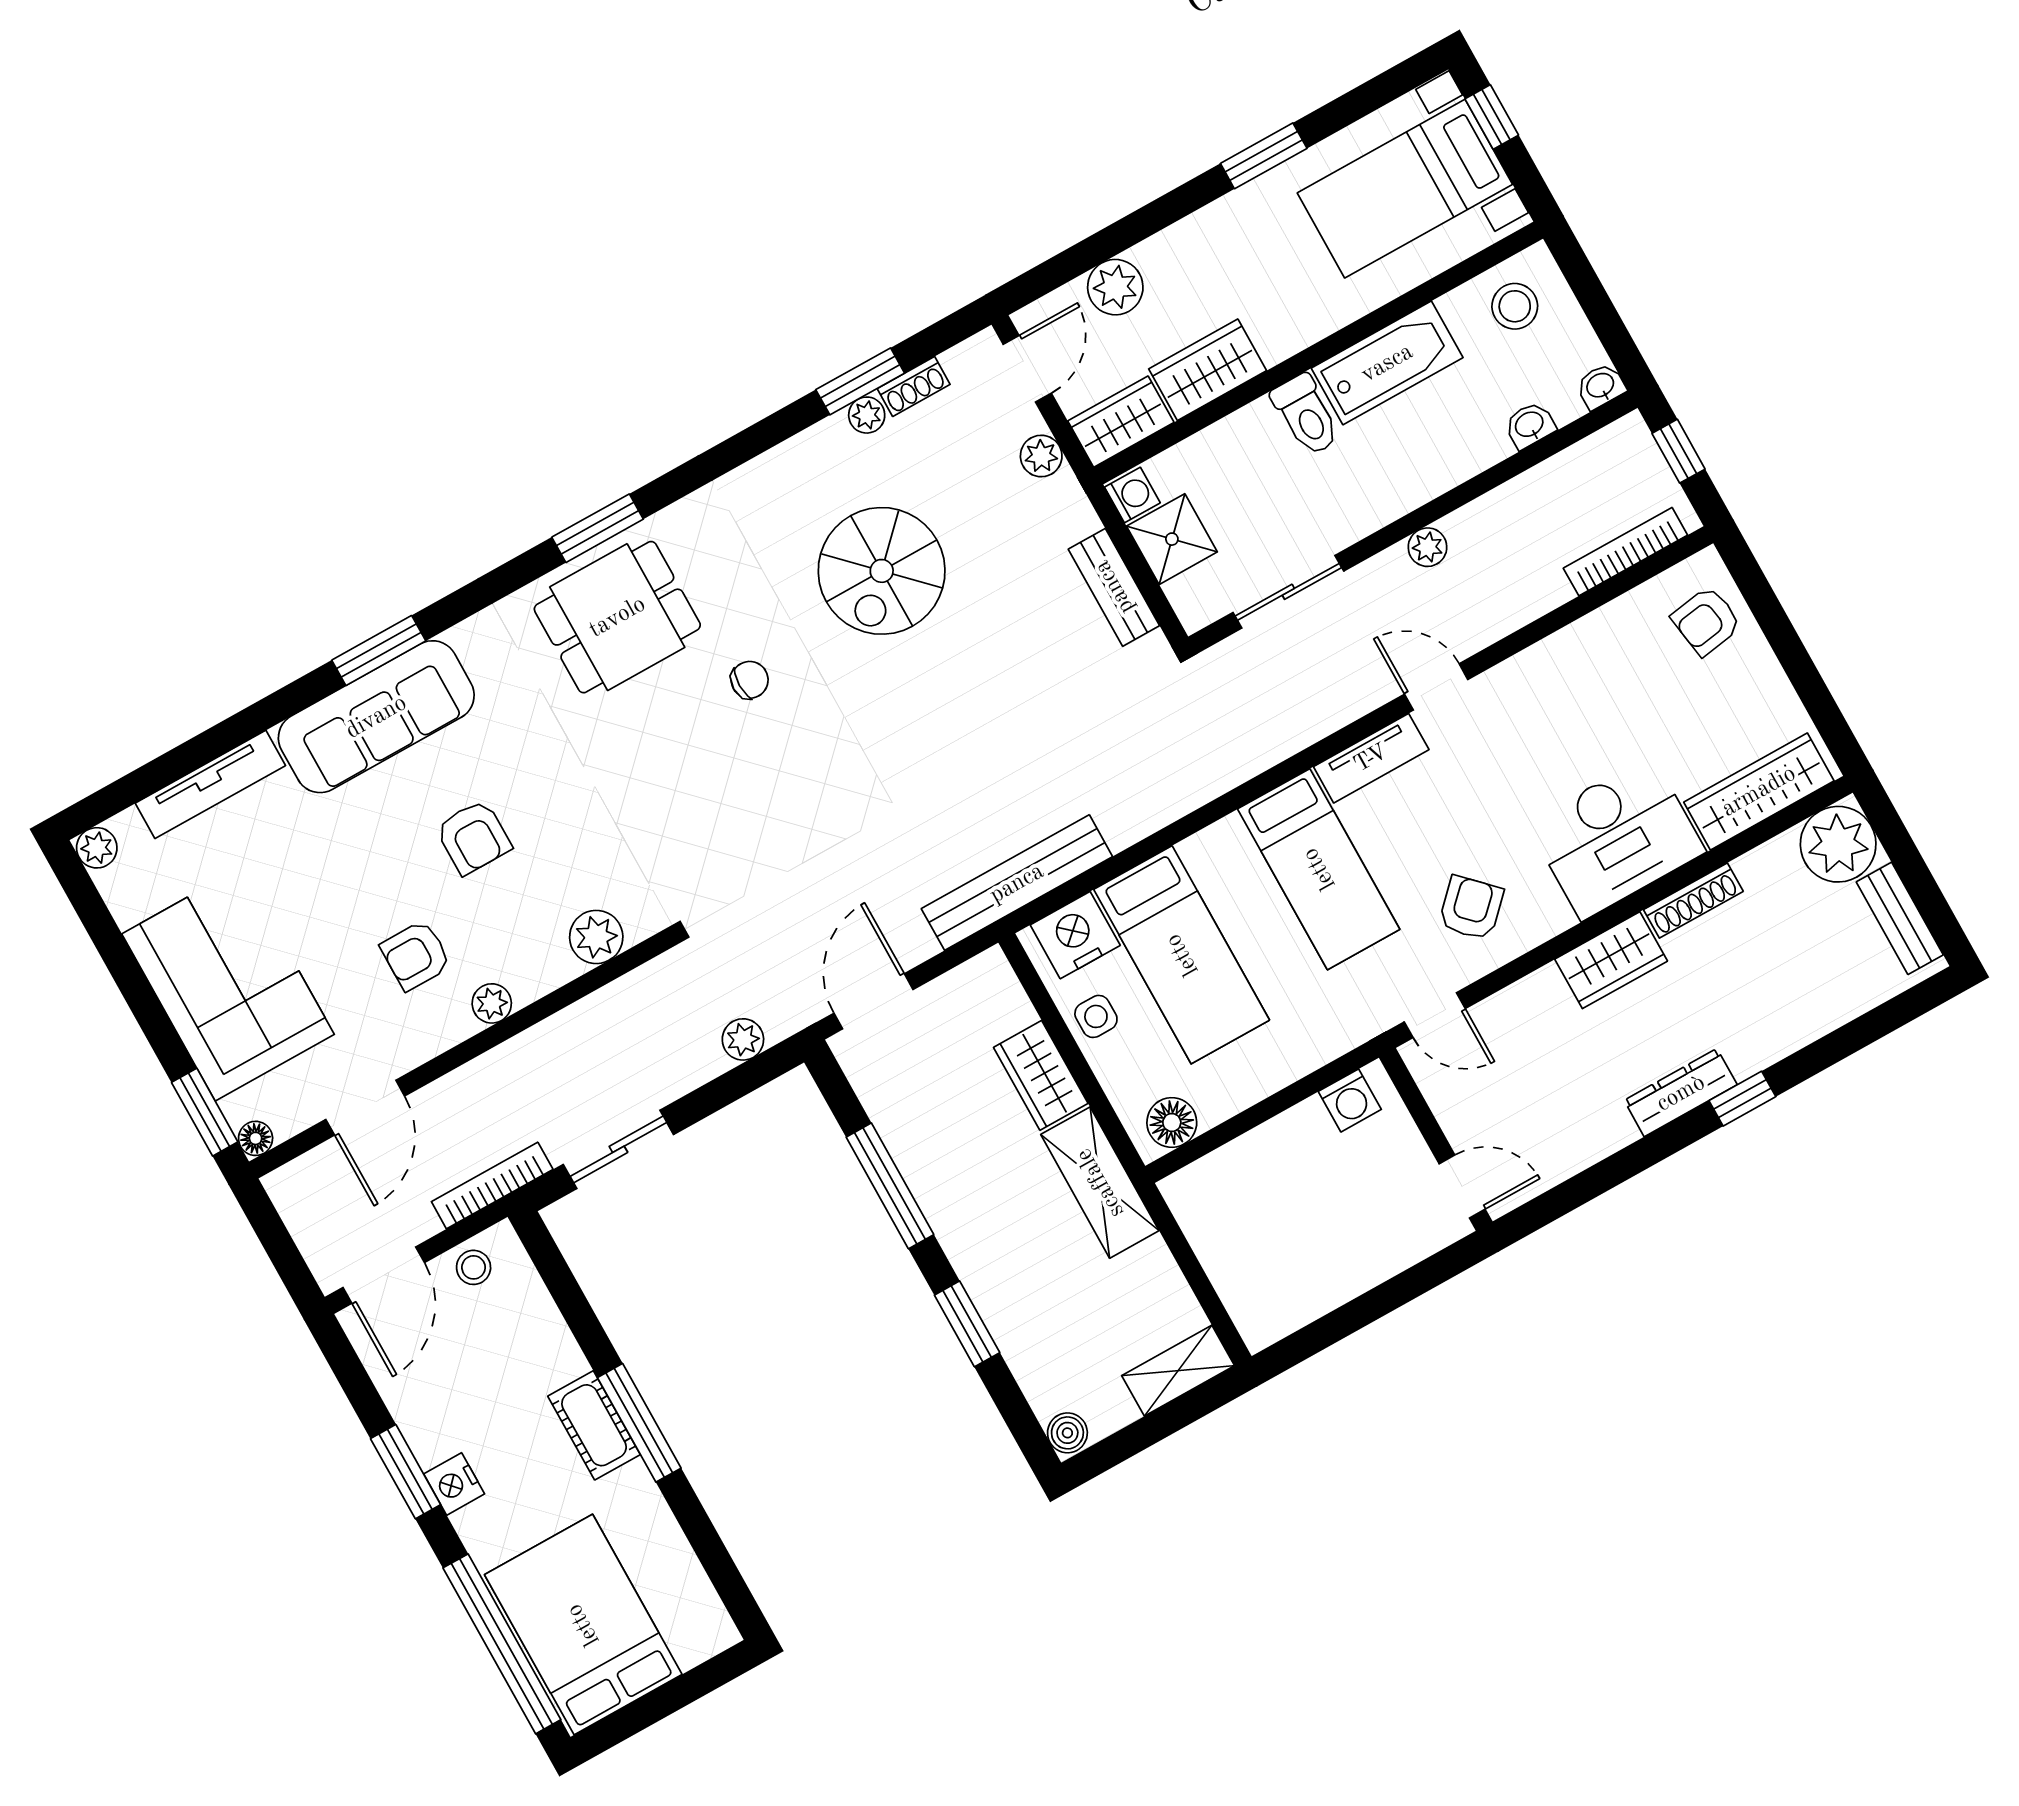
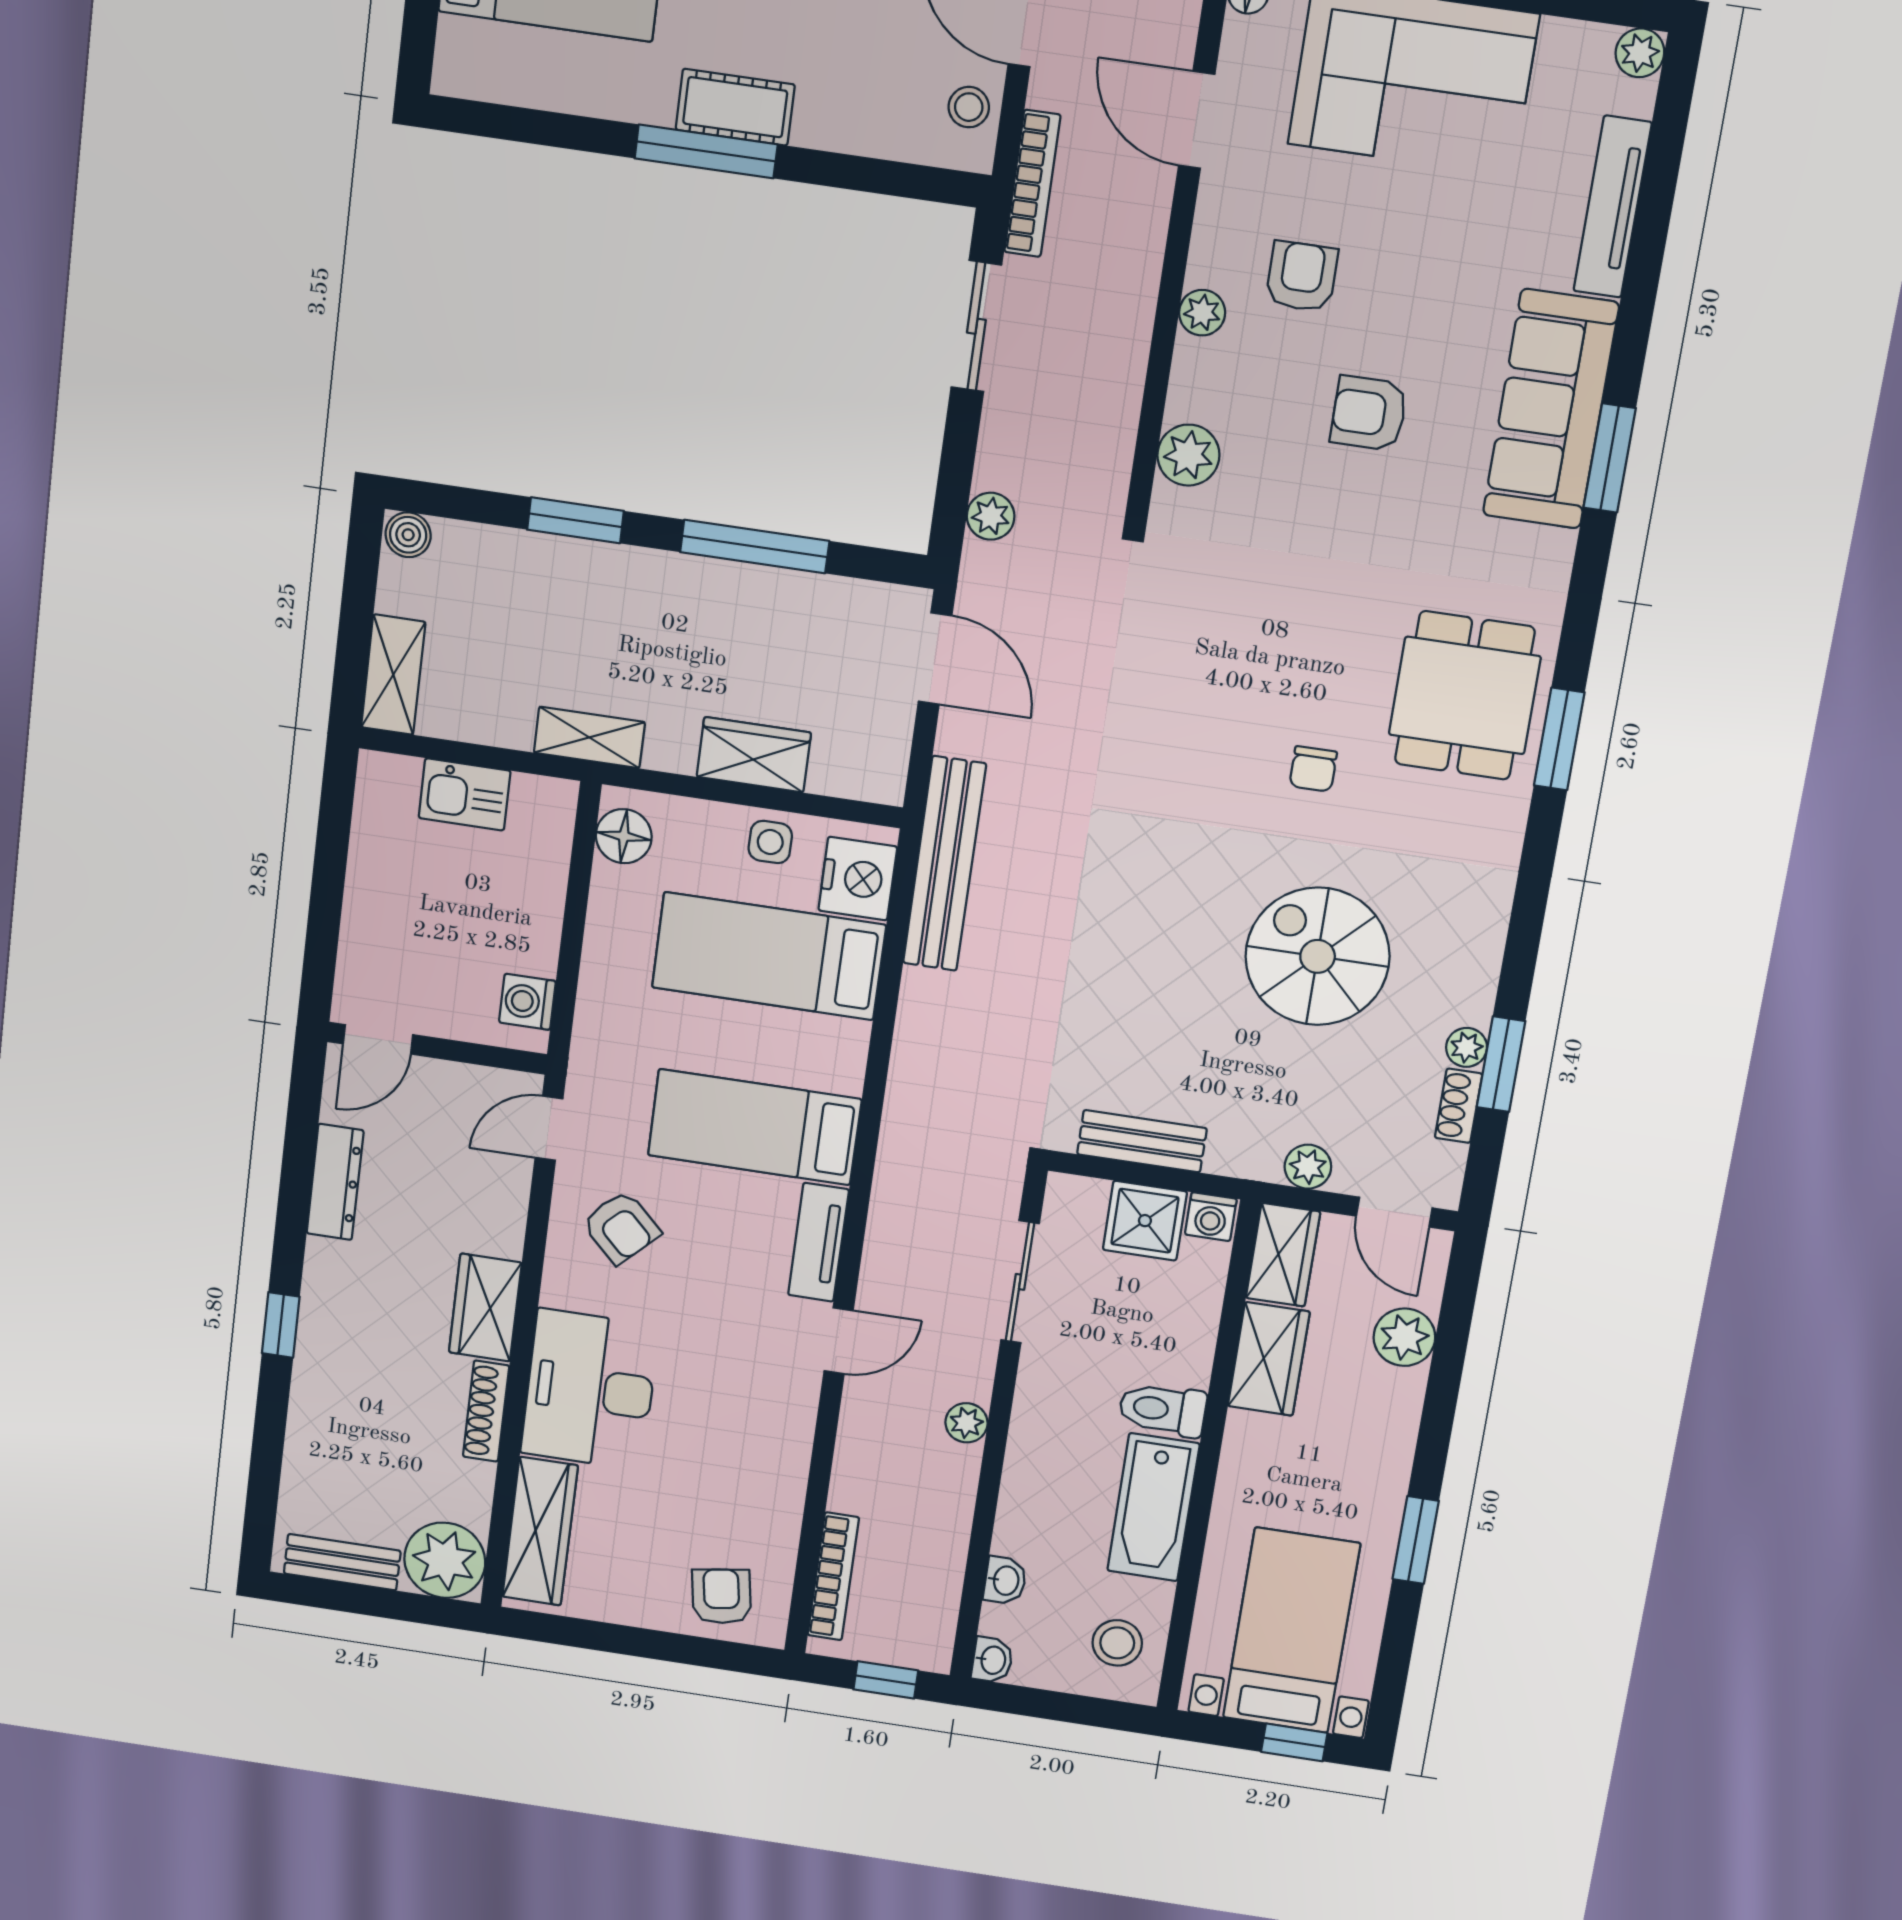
dresser: (1681, 1093) -> (335, 1182), moved
shelving: (1100, 1183) -> (589, 737), width x0.67, depth x0.75
kitchen sink: (1228, 1257) -> (465, 794), added

